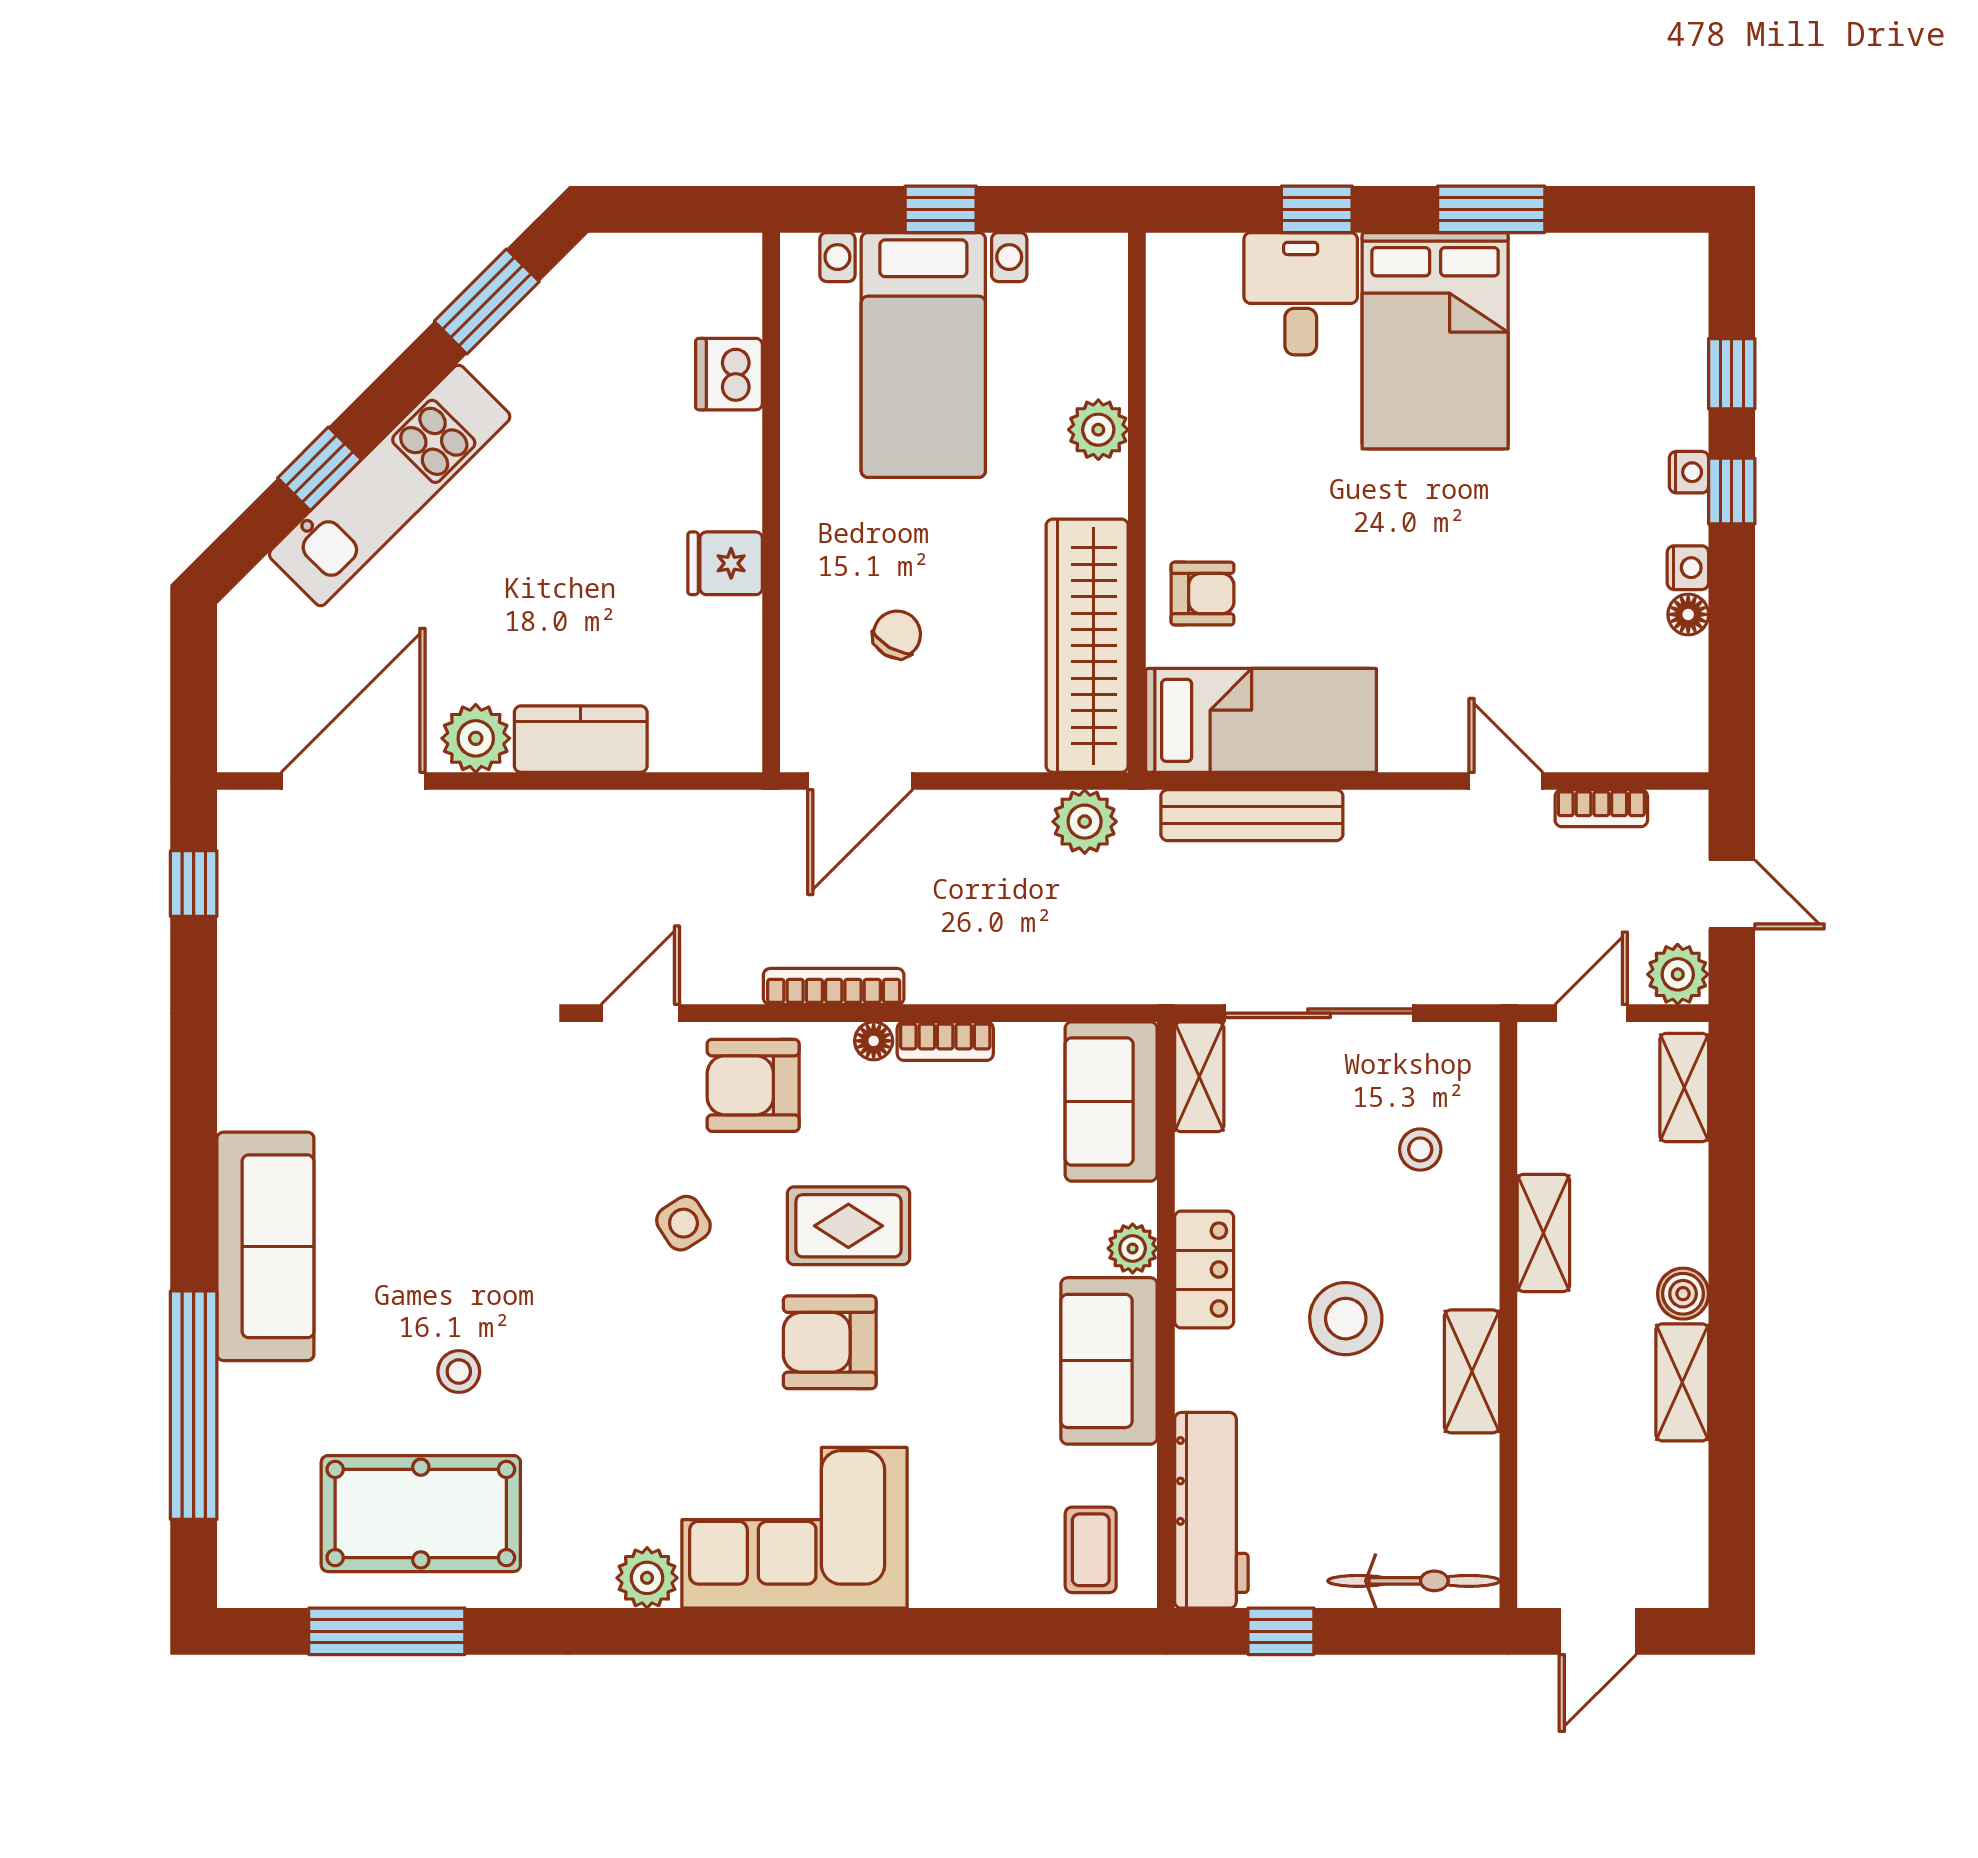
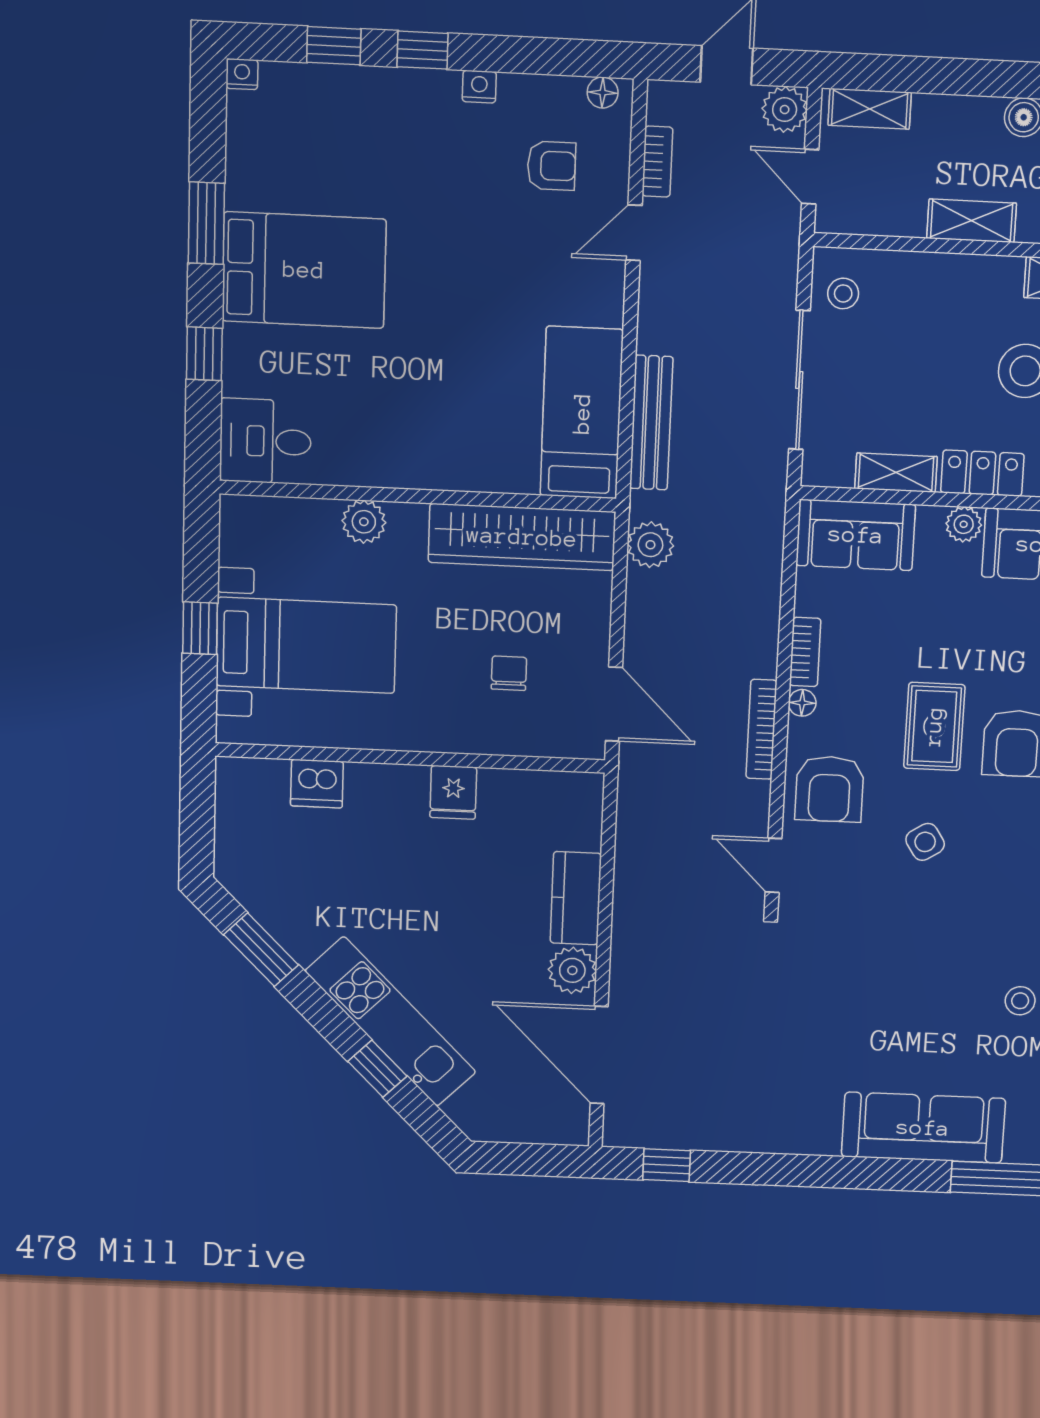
desk: (1301, 294) -> (265, 441), moved
nightstand: (1689, 472) -> (242, 74), moved
armchair: (1202, 594) -> (551, 166), moved, turned 90
floor lamp: (1688, 614) -> (603, 93), moved
chair: (897, 635) -> (509, 673), turned 60
shelving: (1199, 1077) -> (896, 473), moved
stool: (1420, 1149) -> (843, 293), moved

